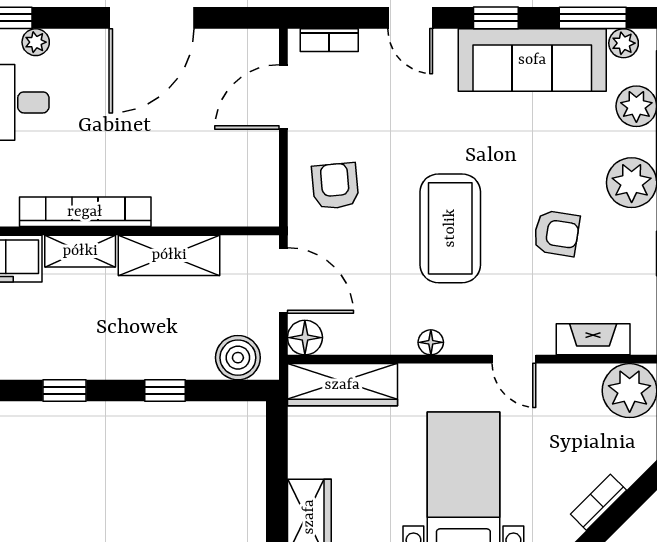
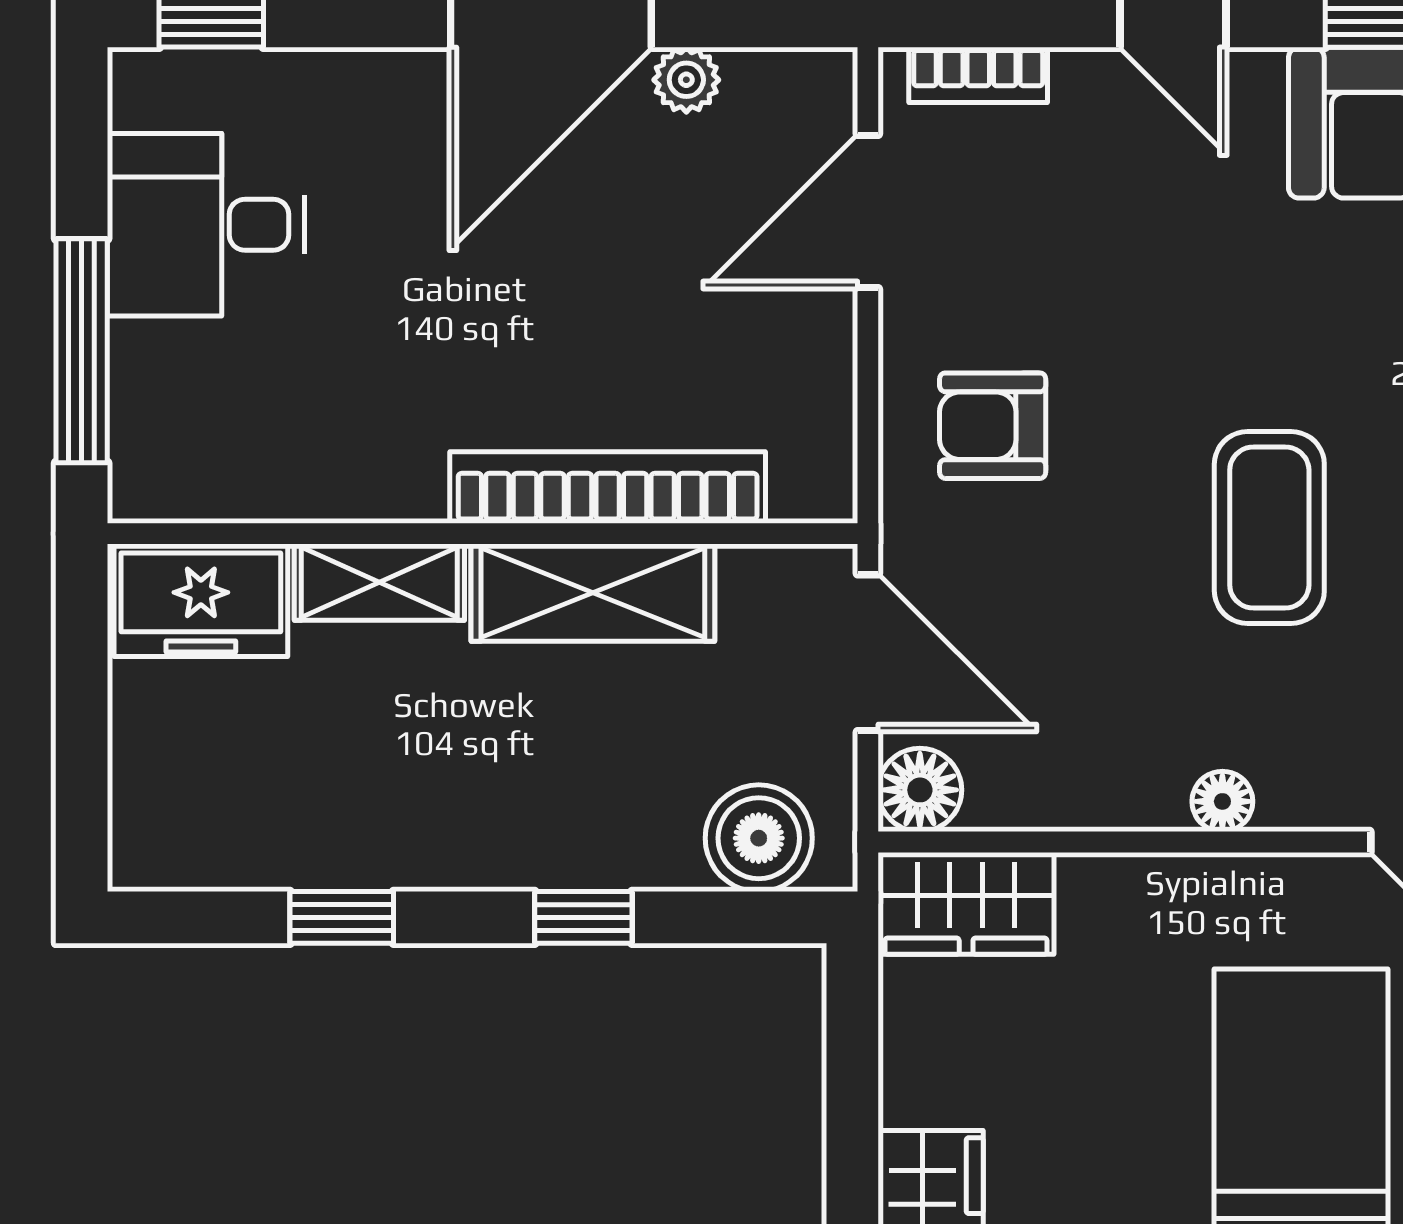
plant: (36, 42) -> (686, 80), moved
armchair: (335, 186) -> (993, 426), turned -85
bookcase: (85, 212) -> (608, 488), moved
coffee table: (450, 228) -> (1269, 528), width x0.73, depth x0.76
wardrobe: (342, 385) -> (966, 903), width x0.67

